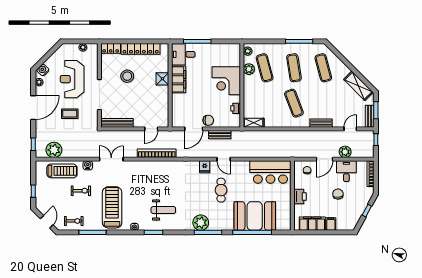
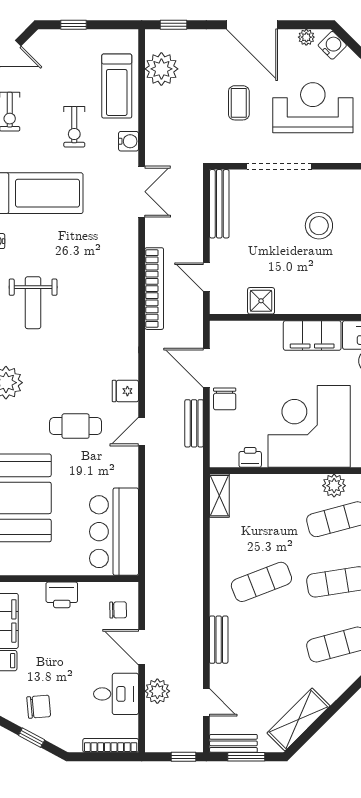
shower: (162, 79) -> (261, 301), moved
corner desk: (226, 81) -> (309, 426), width x1.36, depth x1.36
chair: (338, 194) -> (39, 707), moved

